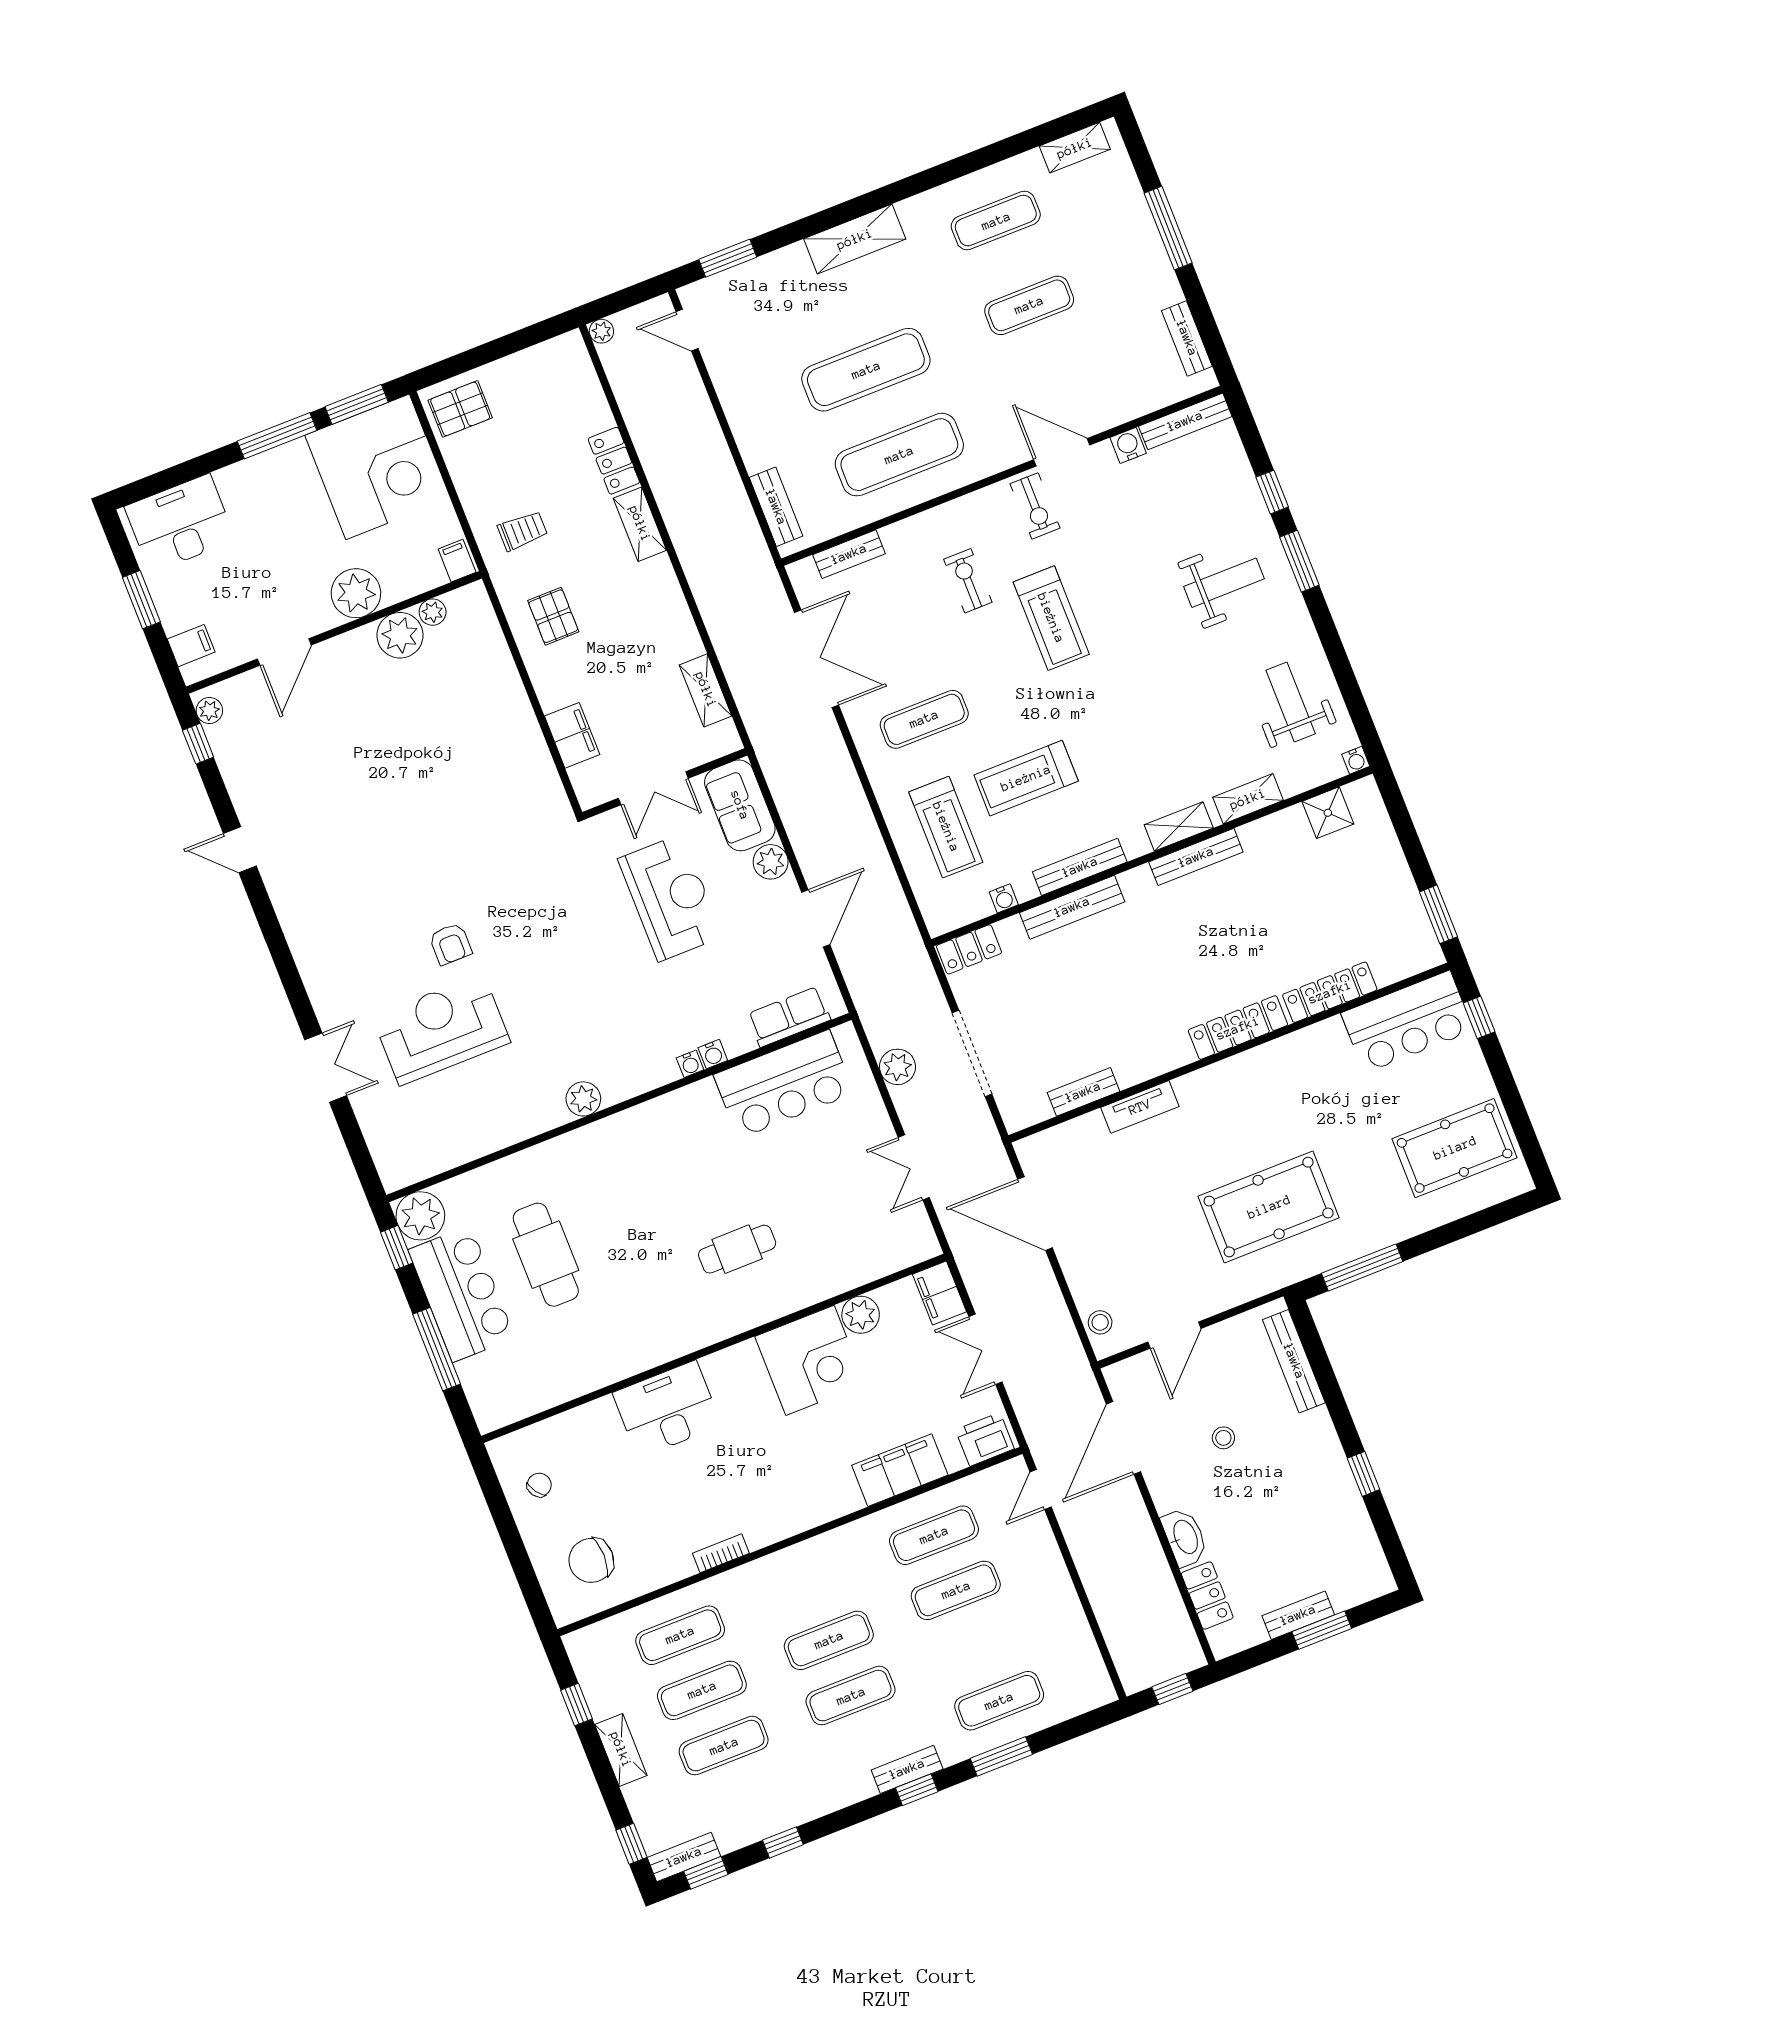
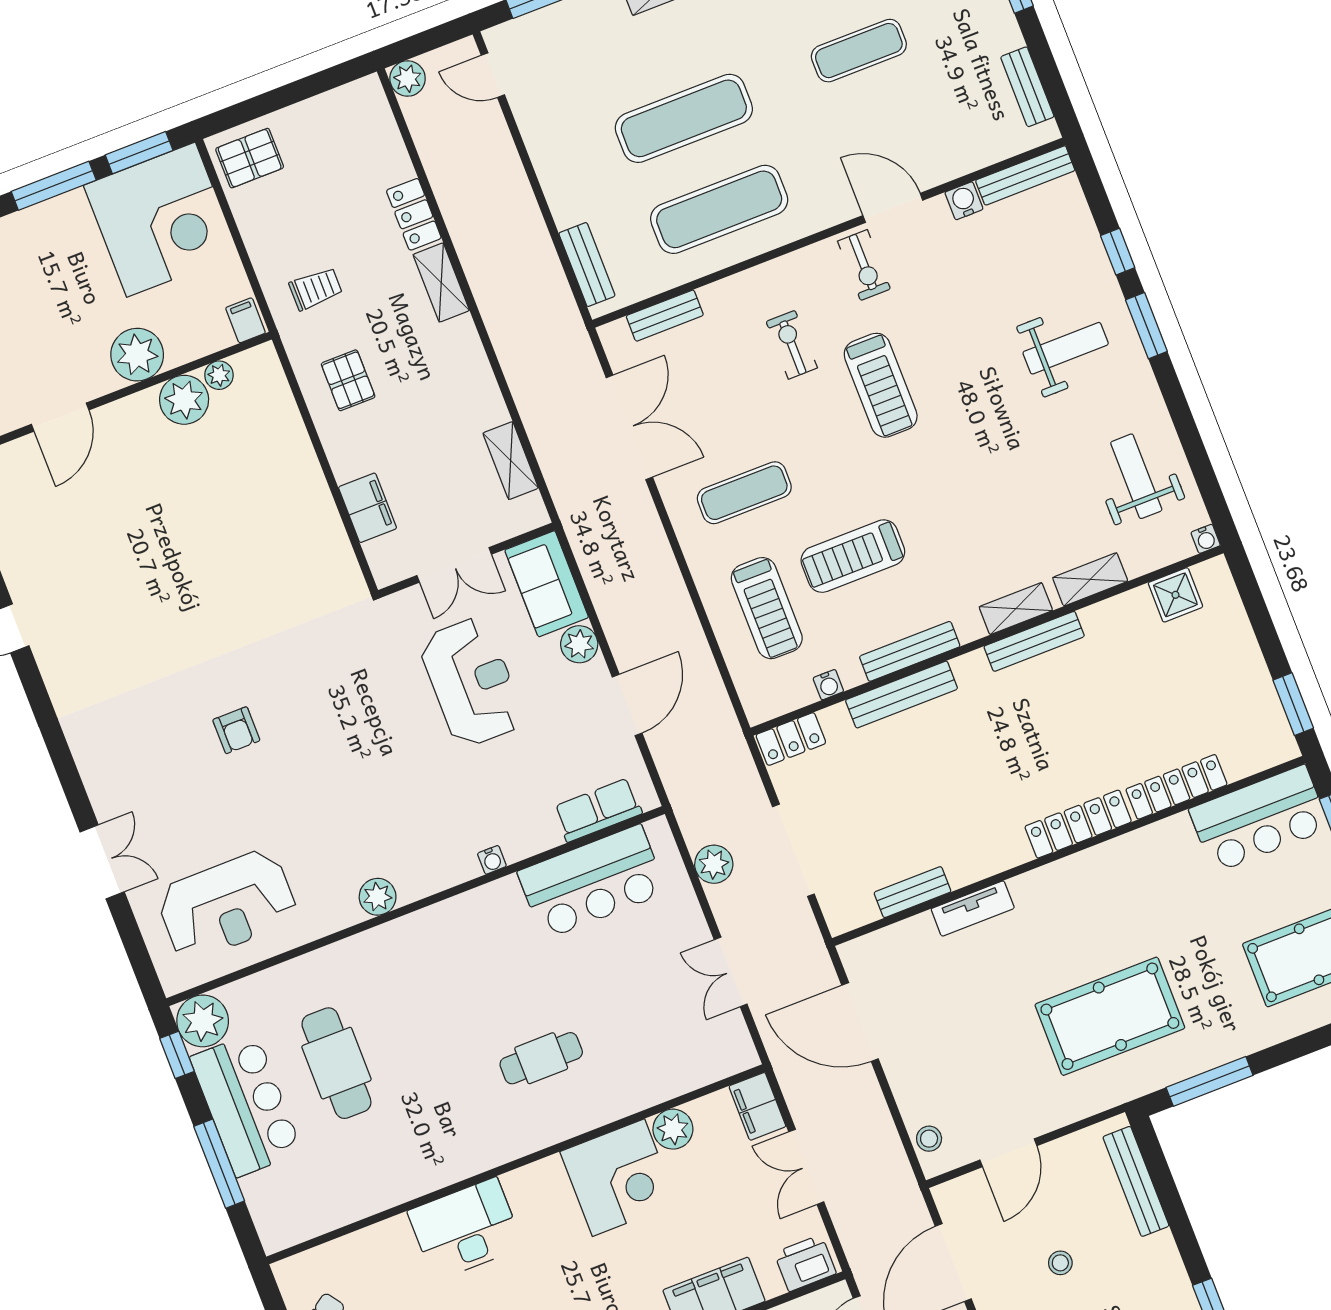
plant: (601, 331) -> (408, 79), width x1.38, depth x1.38
reception desk: (441, 1029) -> (227, 905), moved, turned 180
water cooler: (713, 1054) -> (516, 850), removed

